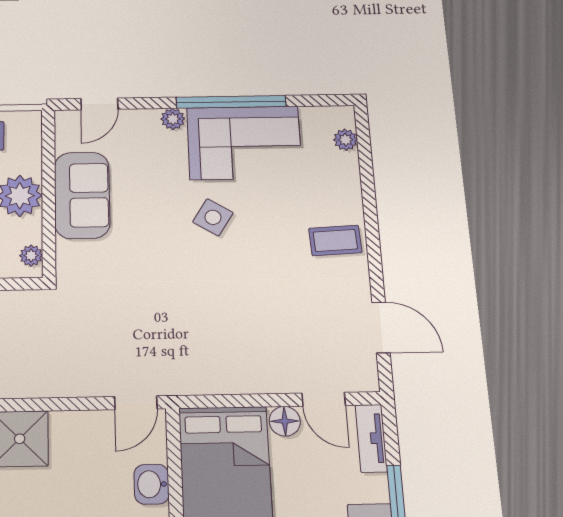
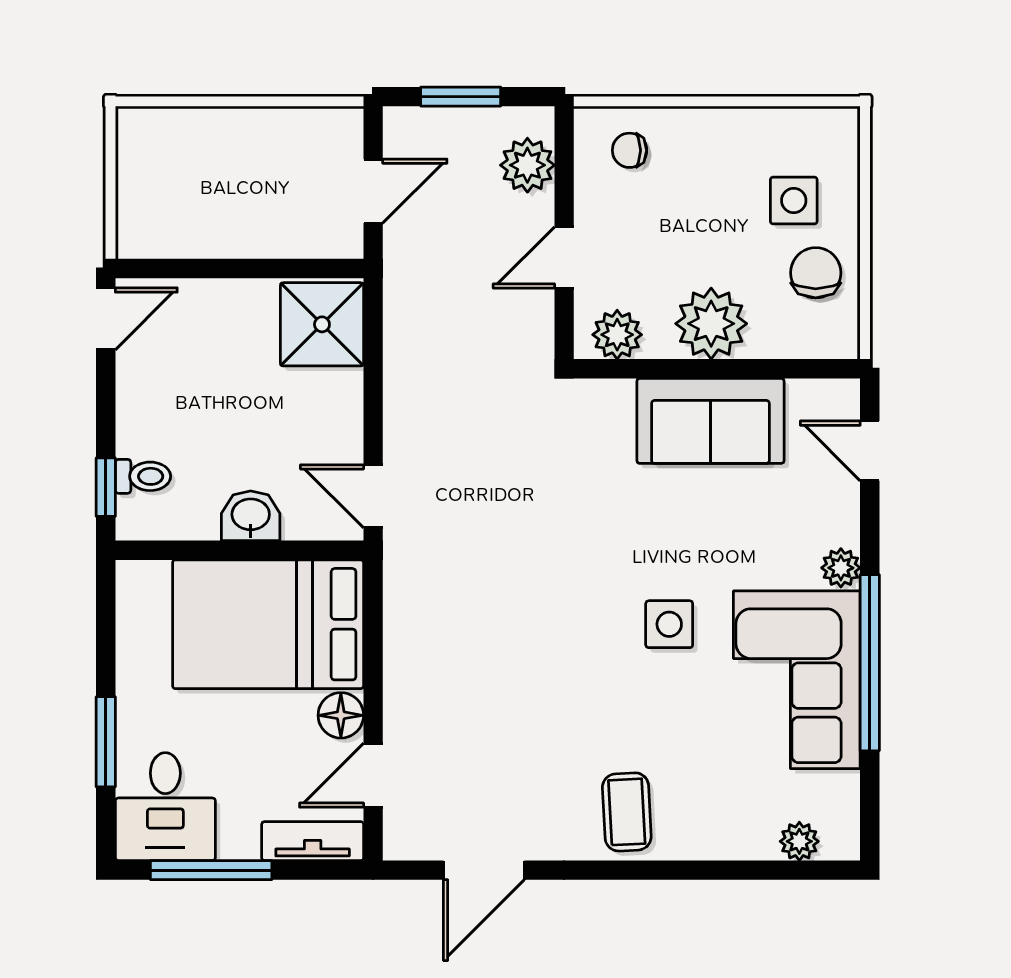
side table: (213, 217) -> (669, 624), turned -32
plant: (31, 256) -> (617, 335), width x1.38, depth x1.38

